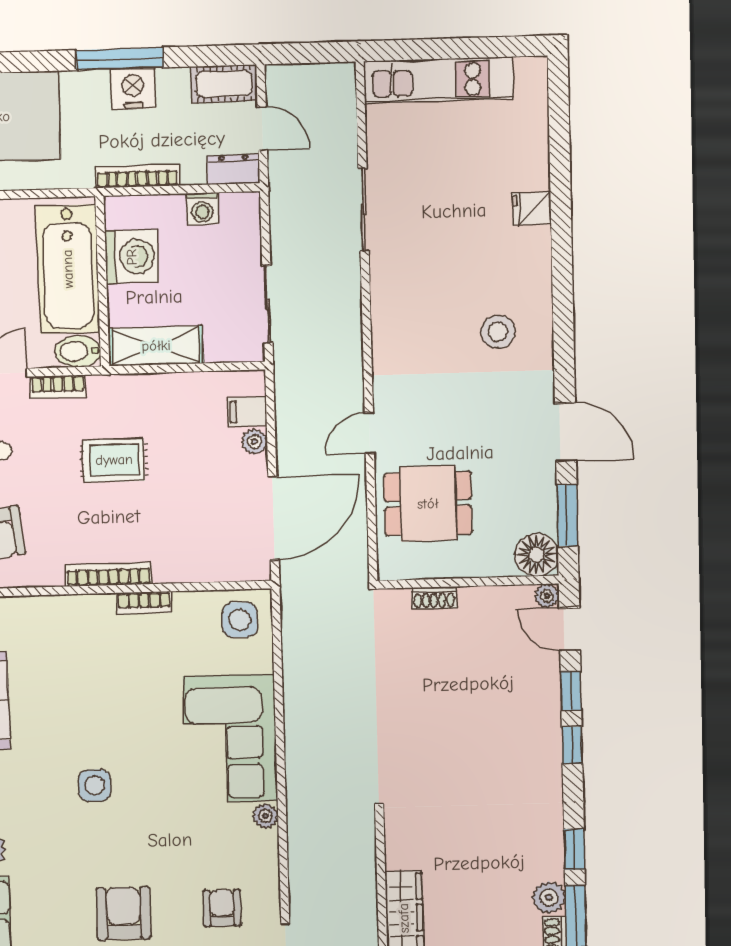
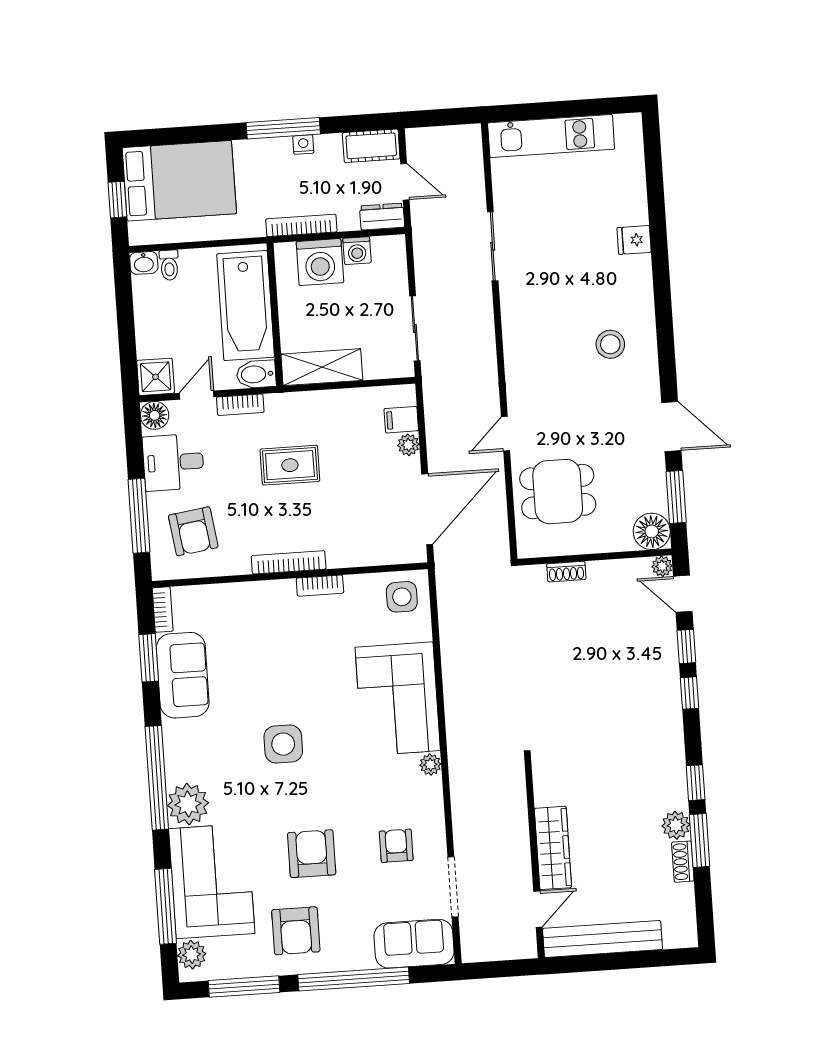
nightstand: (133, 89) -> (303, 145), width x0.53, depth x0.56
washing machine: (132, 257) -> (320, 262), moved, turned 90
side table: (95, 786) -> (283, 744), width x1.37, depth x1.37

